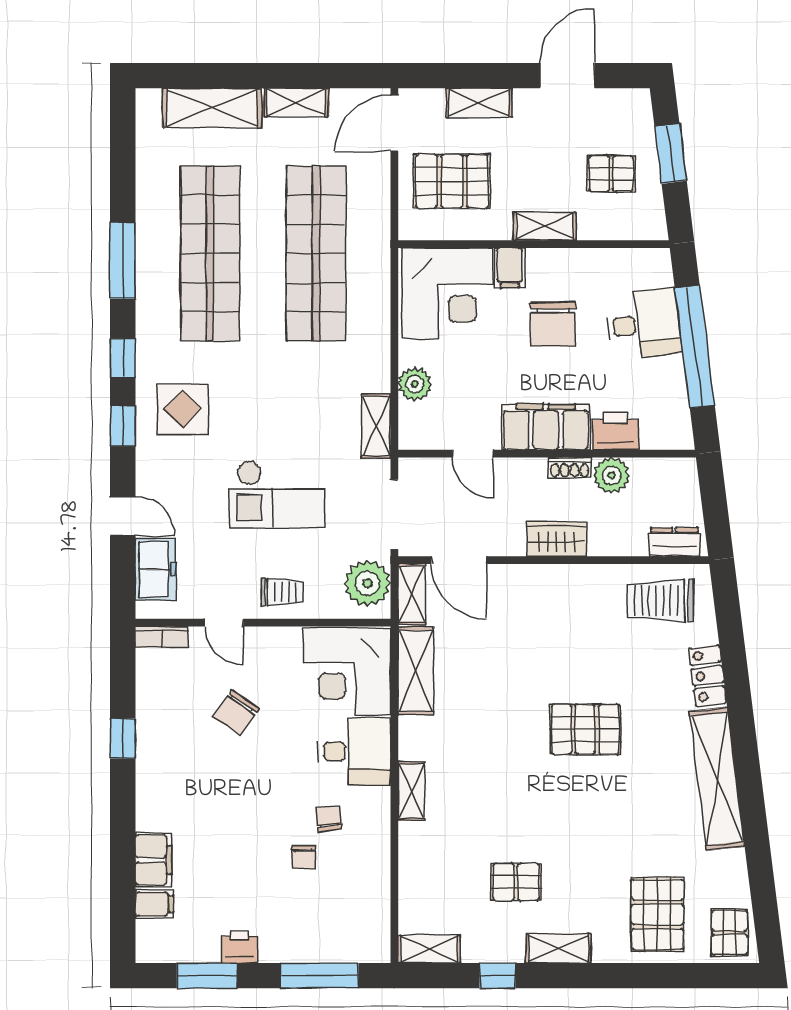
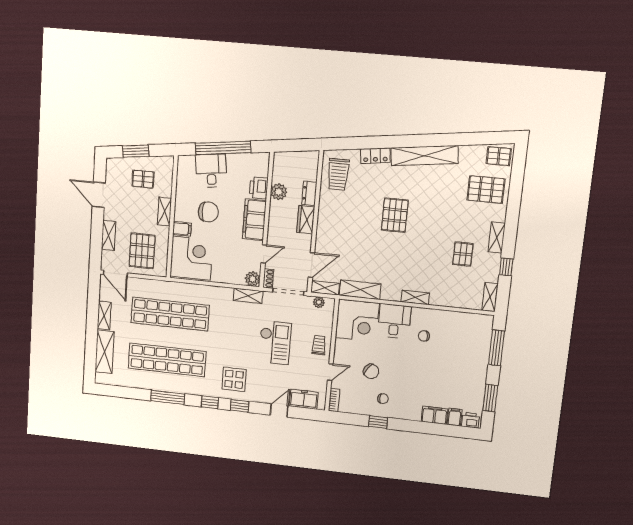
pallet: (611, 174) -> (143, 179), turned 90
plant: (415, 384) -> (253, 279), moved
shoe rack: (570, 468) -> (268, 278), moved
dresser: (674, 542) -> (309, 193), moved
plant: (367, 583) -> (319, 302), width x0.53, depth x0.53
chair: (304, 857) -> (383, 399), moved
printer: (239, 947) -> (470, 420), moved, turned 90

